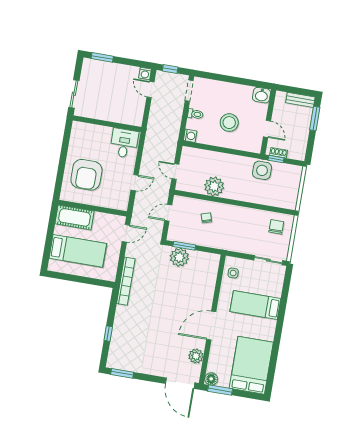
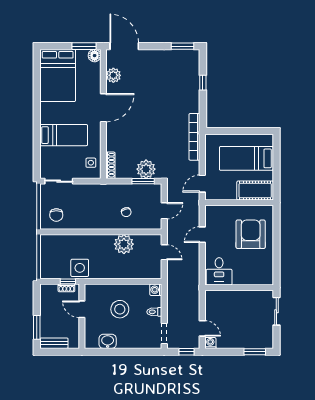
washbasin: (261, 95) -> (108, 341), moved
shoe rack: (214, 267) -> (110, 165), added

